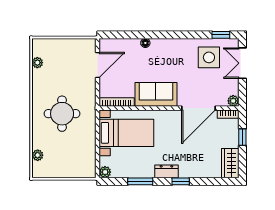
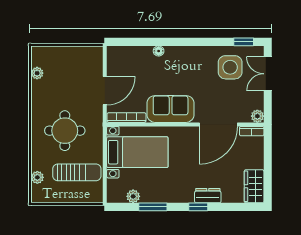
door: (98, 65) -> (105, 91), moved
window: (242, 137) -> (268, 157), removed
sun lounger: (73, 151) -> (77, 172), added
dresser: (166, 171) -> (208, 196), moved
plant: (105, 172) -> (133, 196), moved

